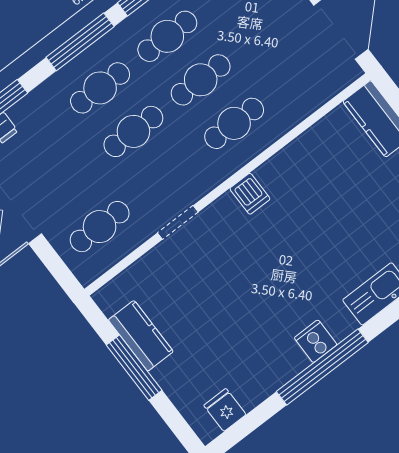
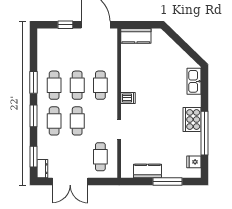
window: (80, 42) -> (34, 116), width x0.69
cooker: (316, 341) -> (192, 119), width x1.87, depth x1.31
window: (322, 367) -> (205, 133), moved
window: (134, 368) -> (168, 181), moved

